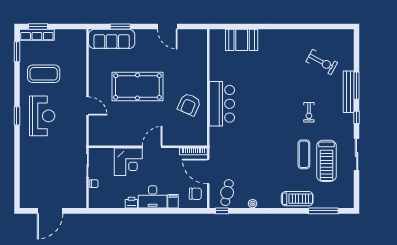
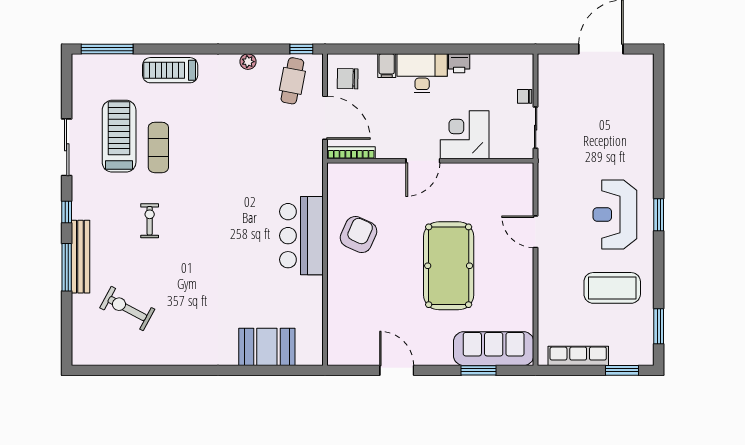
row of seats: (37, 35) -> (578, 356), moved
pool table: (137, 86) -> (449, 266), turned 90
window: (323, 211) -> (107, 49), moved

